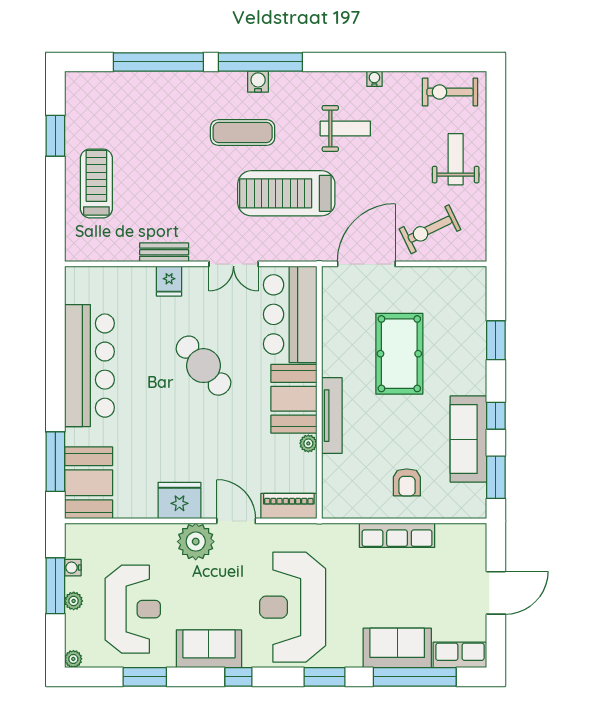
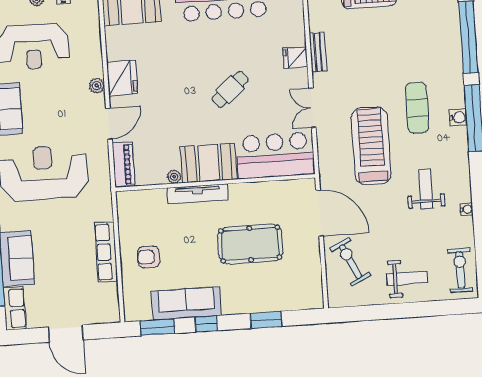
weight bench: (345, 128) -> (426, 189), turned 180
cafe table: (204, 366) -> (230, 89), width x0.73, depth x0.74
plant: (196, 542) -> (97, 86), width x0.53, depth x0.53

